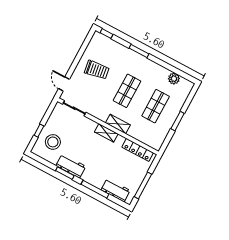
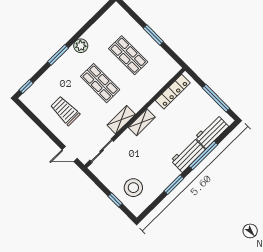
trolley: (97, 70) -> (65, 111), turned -81
plant: (174, 79) -> (81, 46), moved
shelving: (118, 124) -> (121, 120), moved
workbench: (71, 166) -> (188, 155), moved

